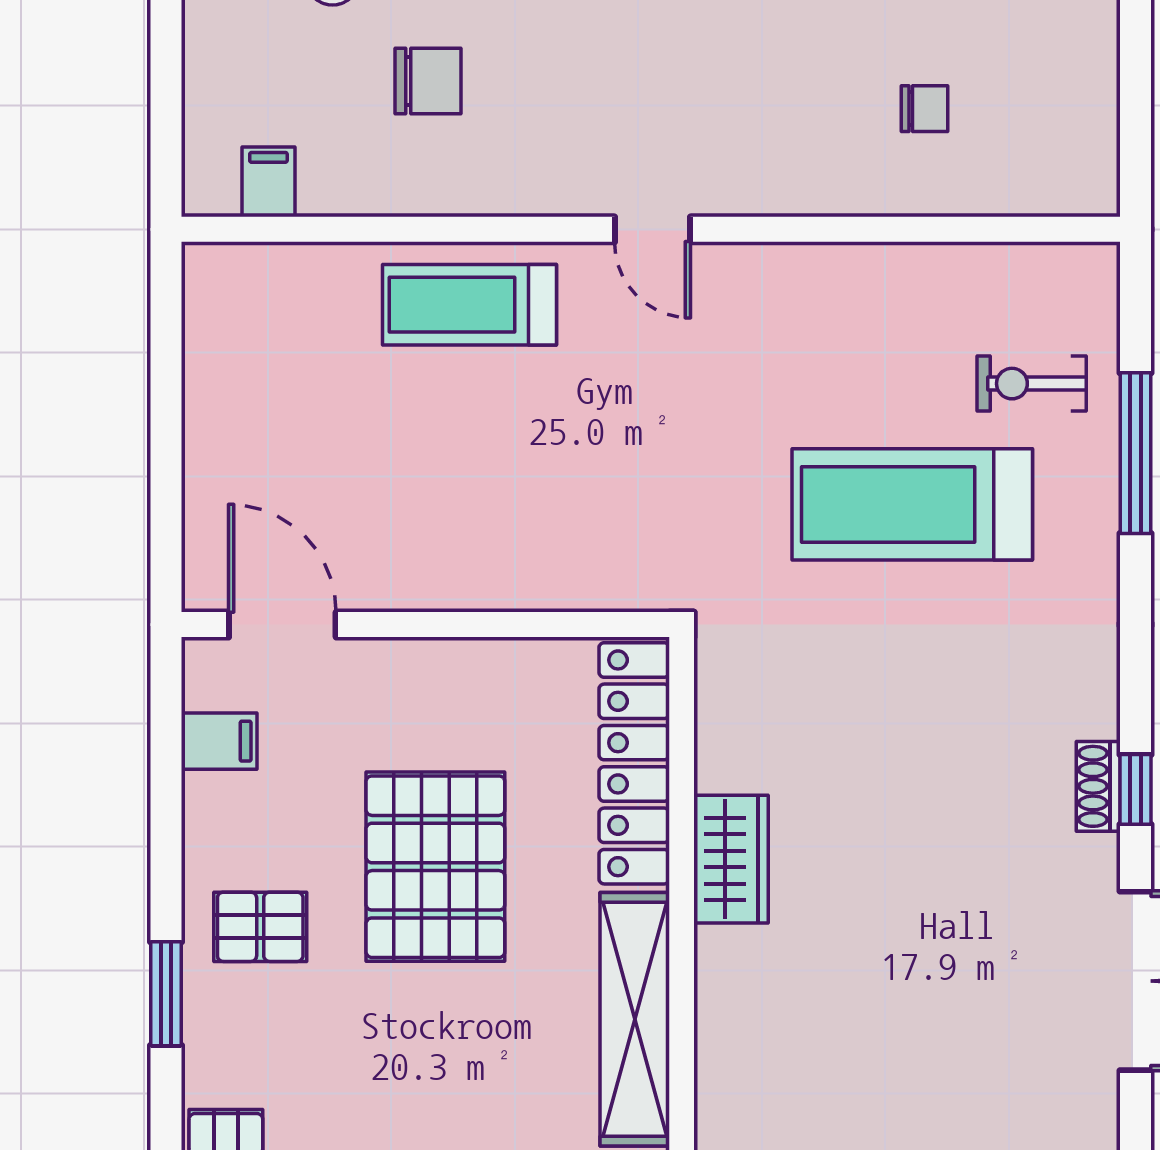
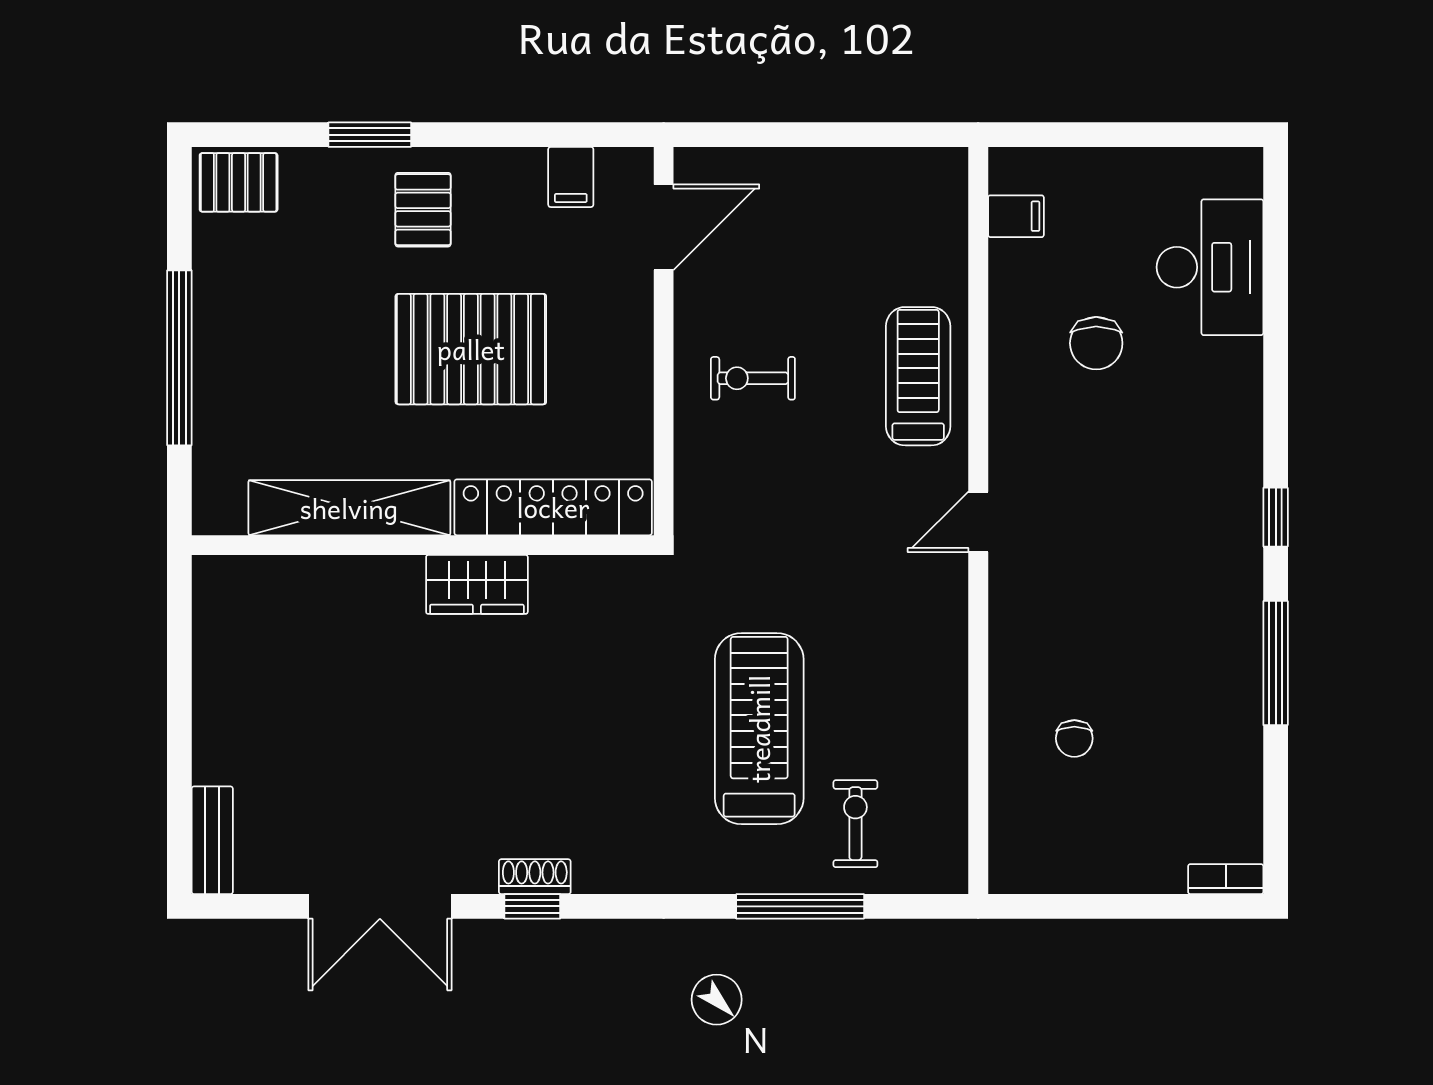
exercise bike: (472, 512) -> (753, 378), added

